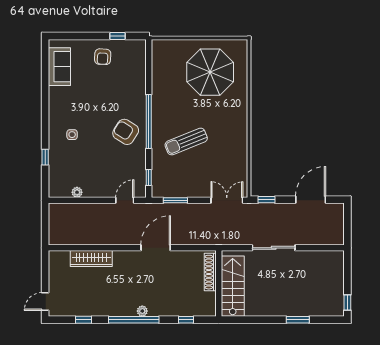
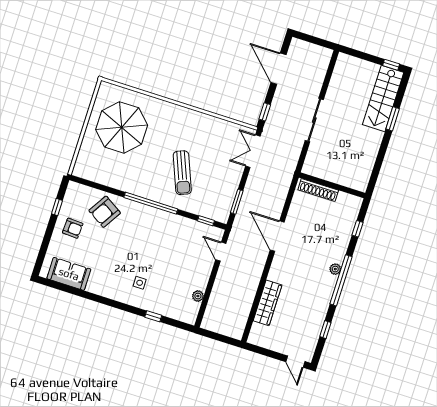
armchair: (126, 132) -> (105, 212), moved
stairs: (233, 286) -> (383, 98), moved, turned -90

